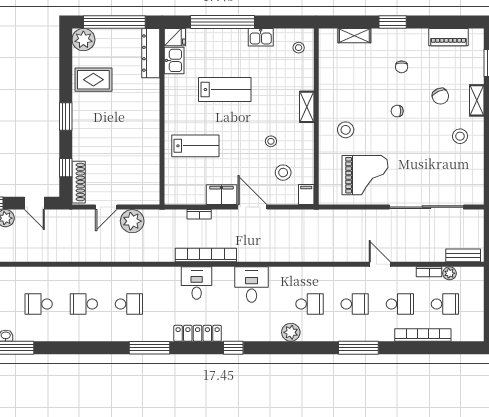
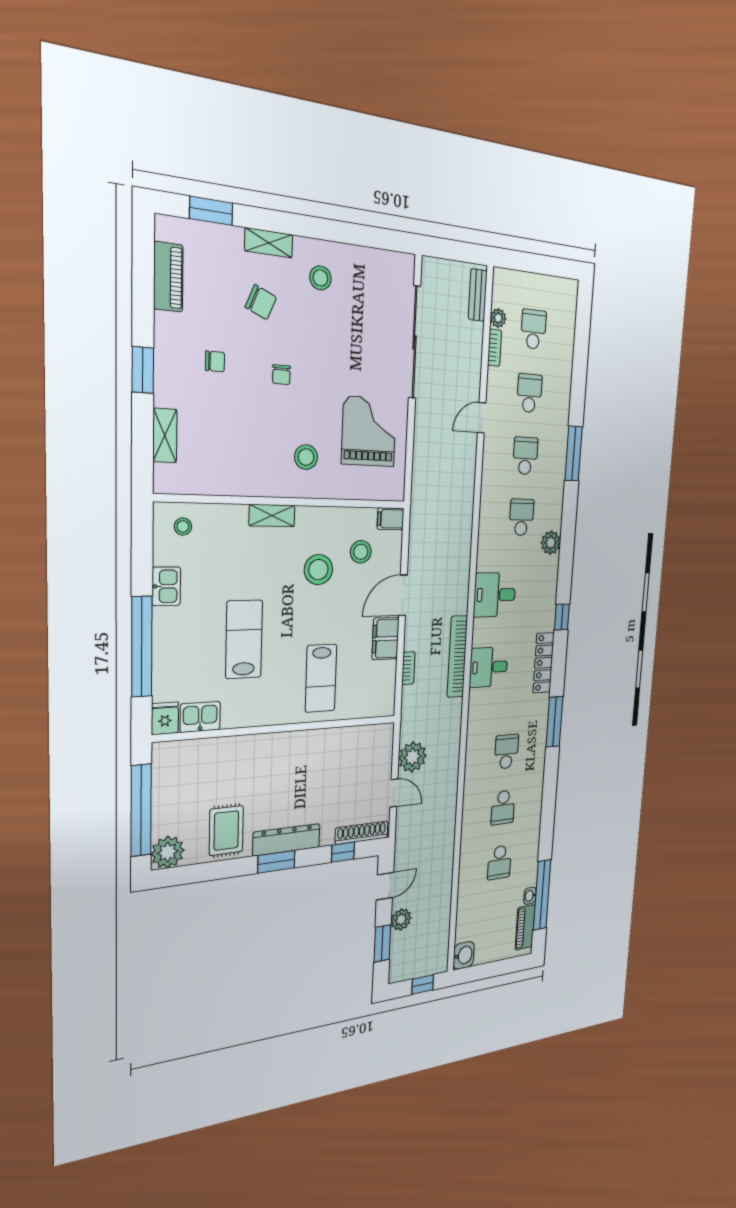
dresser: (151, 53) -> (287, 840), moved, turned 180
chair: (440, 96) -> (261, 302), turned 47
stool: (271, 141) -> (318, 570), width x1.89, depth x1.89
lab bench: (195, 146) -> (321, 678), turned 180
bookcase: (423, 335) -> (566, 364), removed

